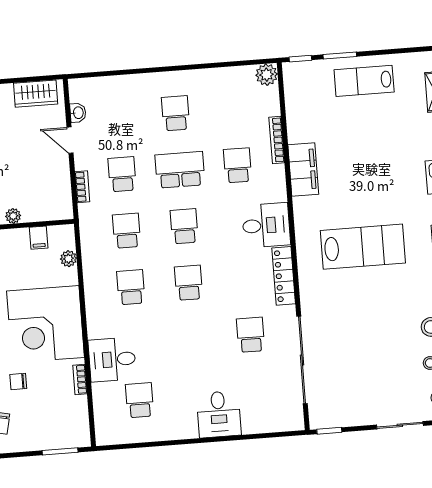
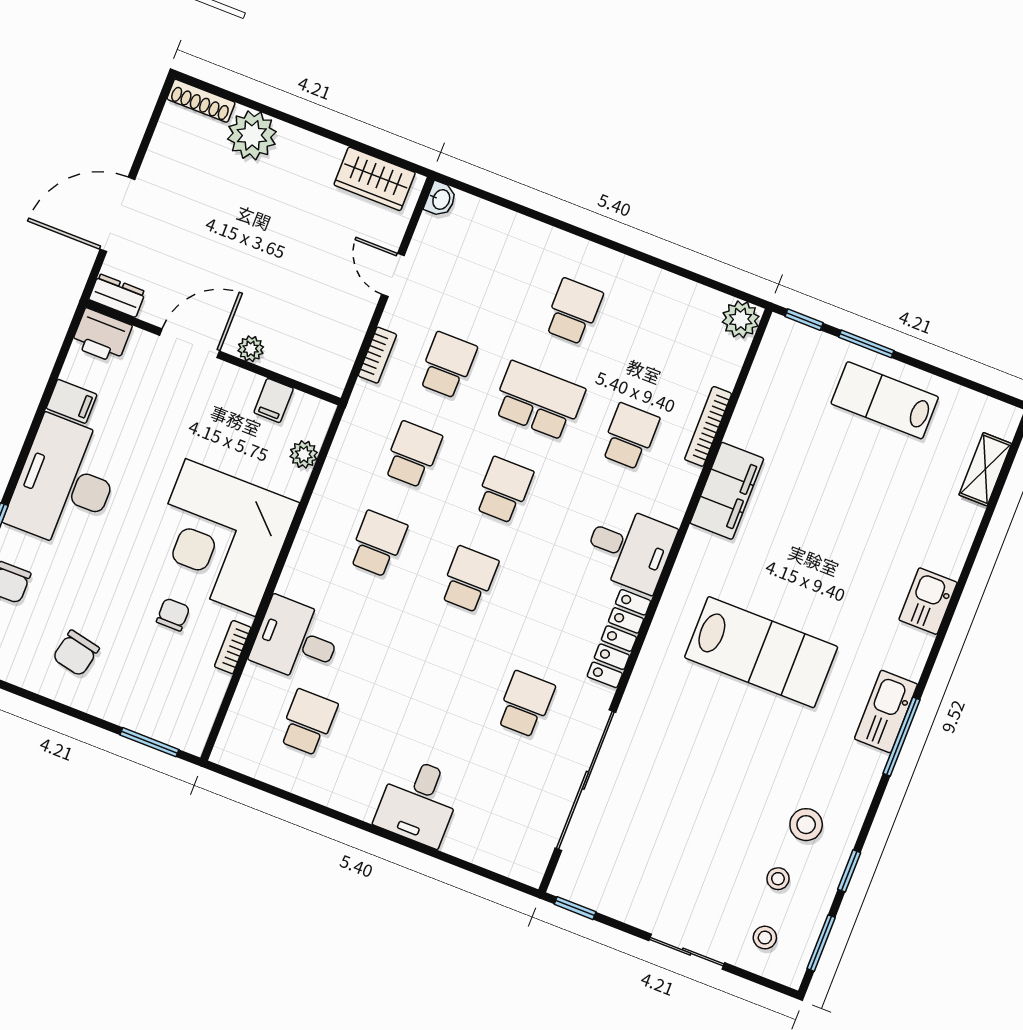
washbasin: (78, 113) -> (441, 199), moved
chair: (18, 381) -> (173, 615), moved, turned 90

